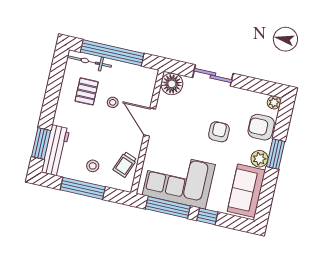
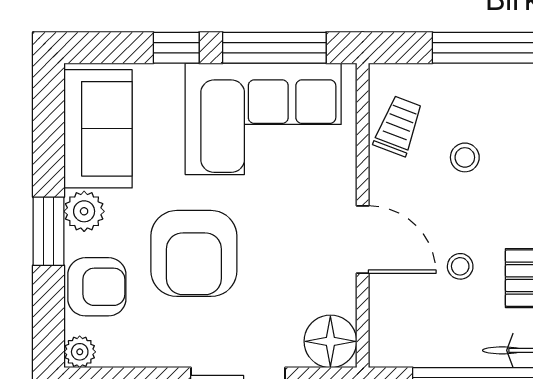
armchair: (219, 132) -> (194, 253), width x1.88, depth x1.88
stool: (93, 166) -> (465, 157), moved

